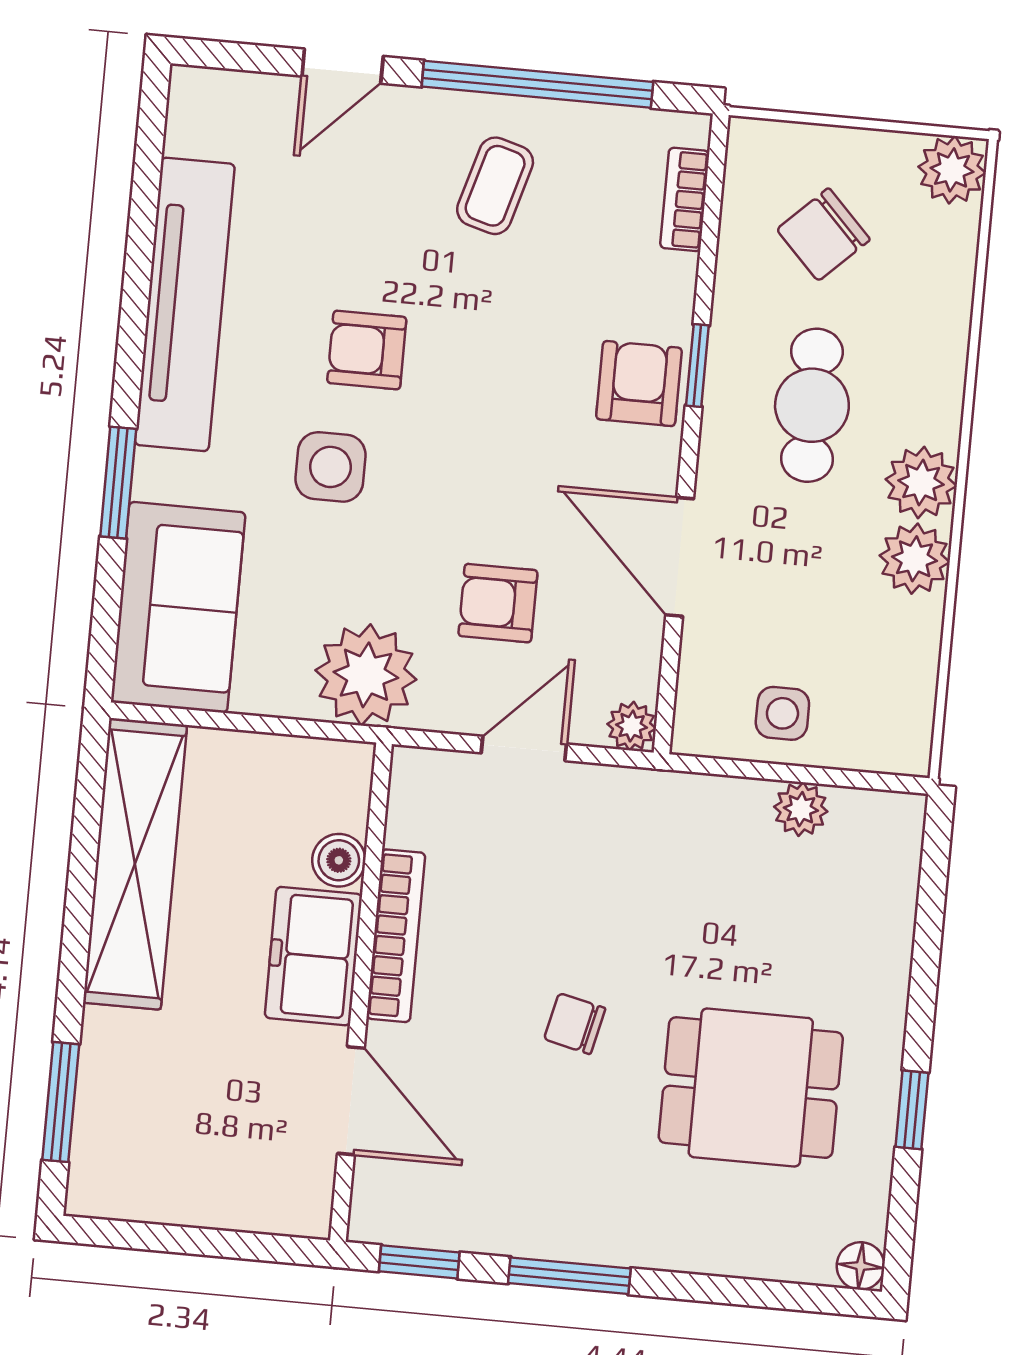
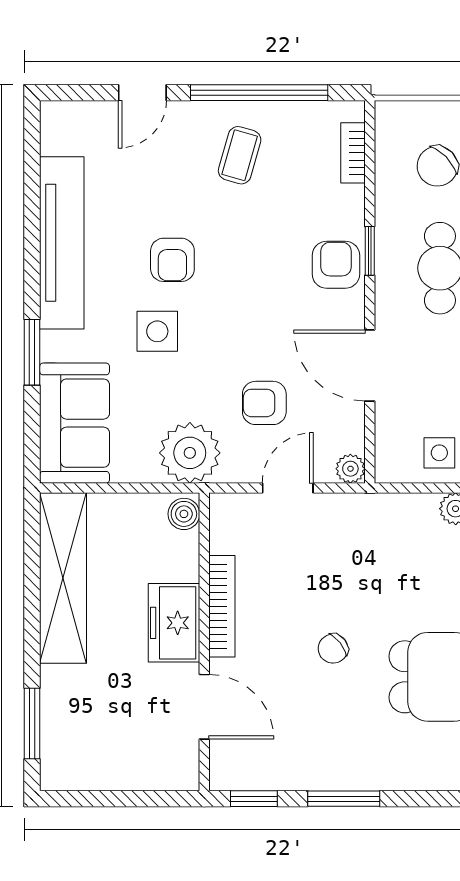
armchair: (367, 350) -> (172, 260), turned -90
boiler: (339, 860) -> (184, 514), moved
chair: (575, 1024) -> (333, 649), turned -51

